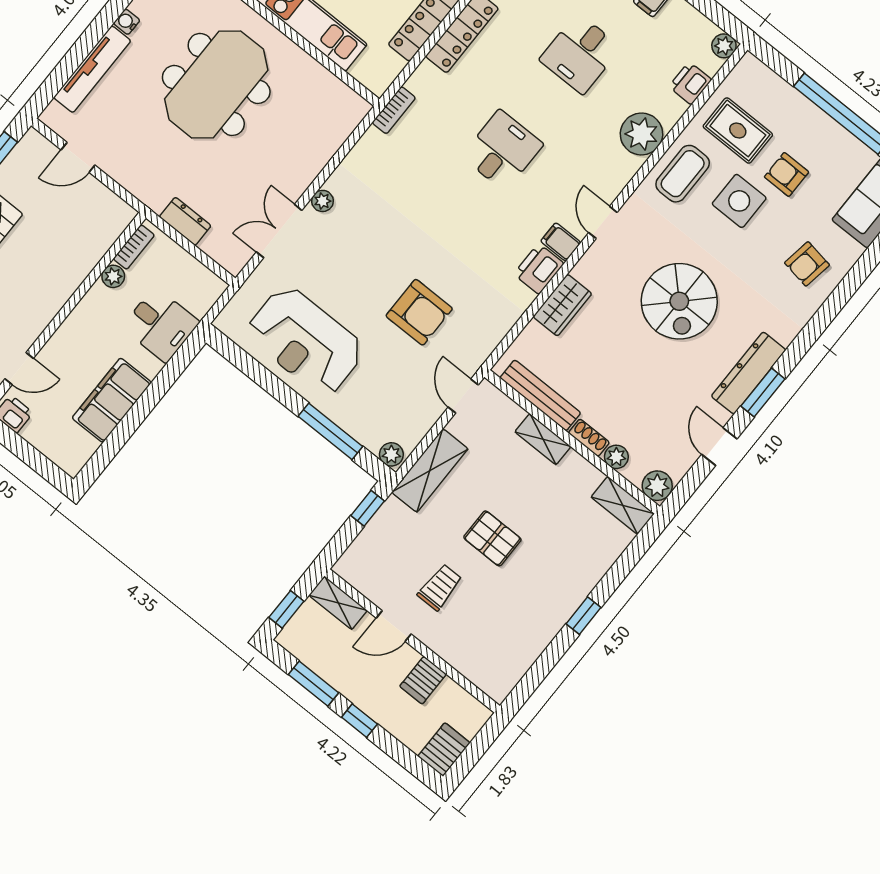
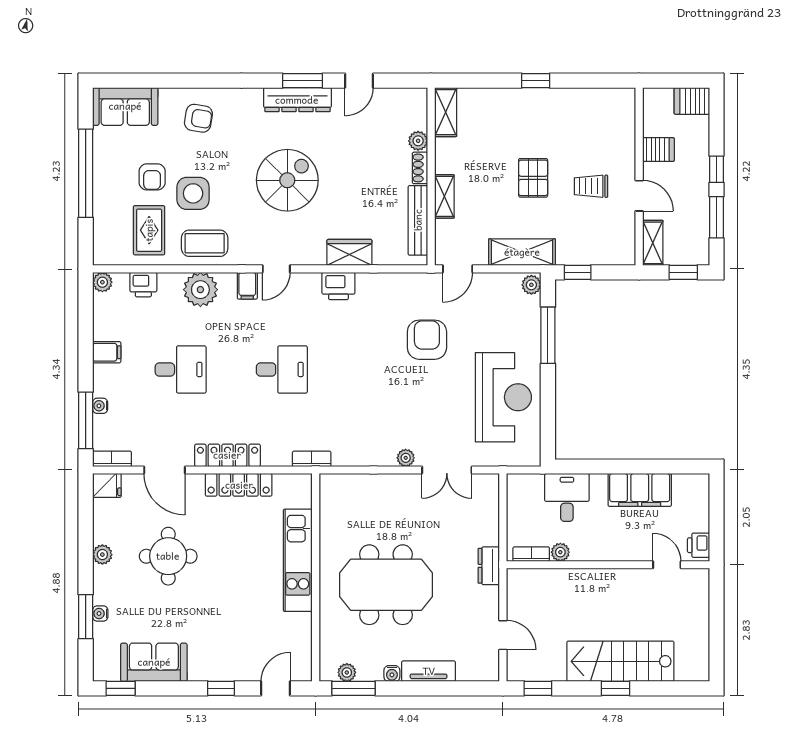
tv unit: (92, 69) -> (429, 671), width x0.71
desk: (502, 150) -> (282, 369), turned 180
dresser: (185, 221) -> (489, 566), moved
filing cabinet: (561, 242) -> (247, 286), moved
plant: (657, 486) -> (416, 100), removed

